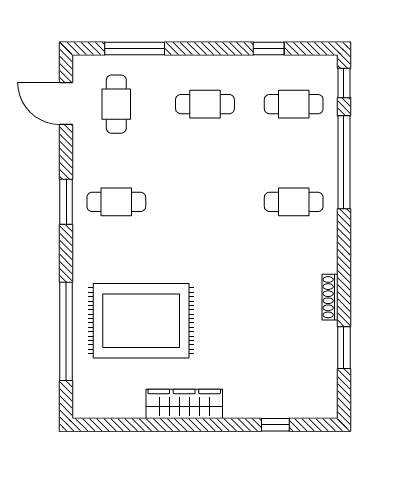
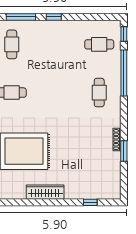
window: (269, 49) -> (54, 17), moved
cafe table: (205, 104) -> (55, 44), removed
cafe table: (294, 202) -> (99, 93), turned 90
window: (344, 348) -> (124, 151), moved

